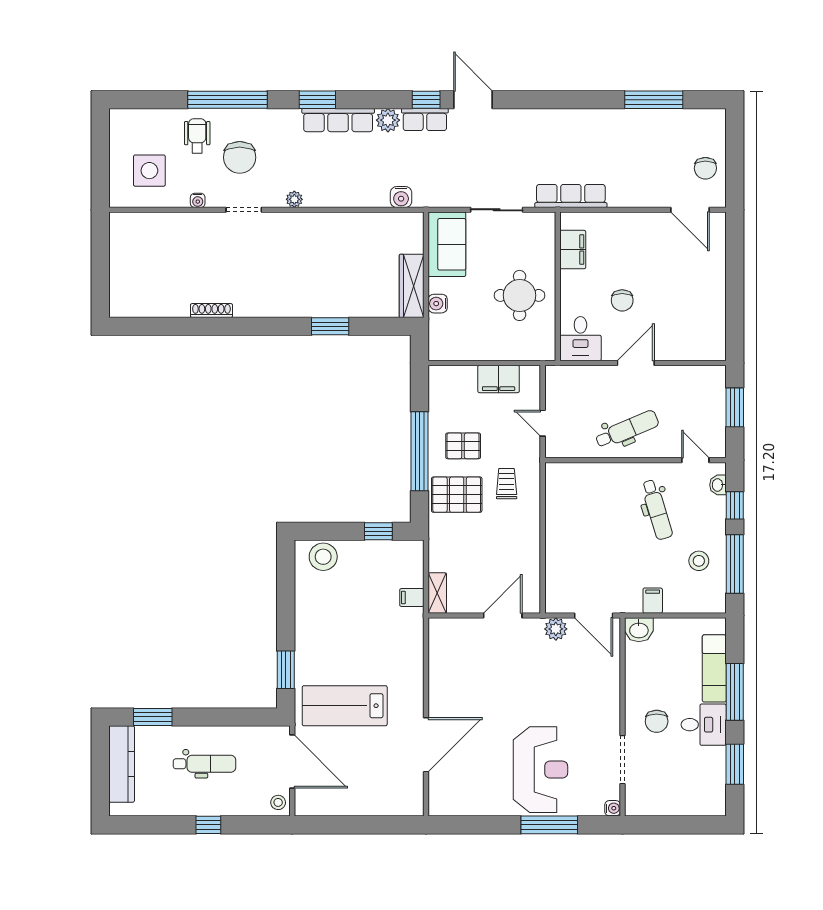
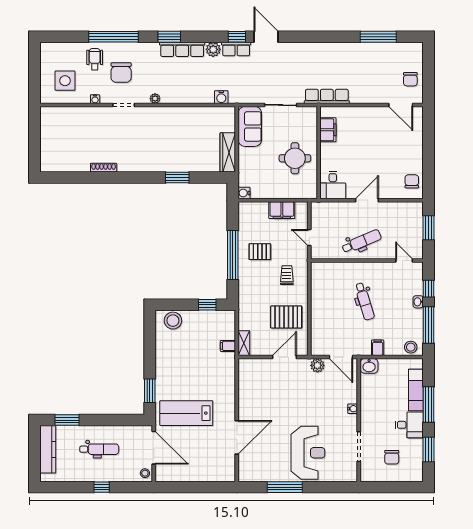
chair: (622, 300) -> (412, 181), moved, turned 180
water cooler: (438, 304) -> (244, 193), moved
washbasin: (718, 485) -> (418, 302), moved
pallet: (457, 495) -> (286, 317), moved
dental chair: (657, 510) -> (364, 301), moved
stool: (699, 561) -> (411, 347), moved
chair: (657, 721) -> (392, 457), moved
water cooler: (613, 808) -> (353, 409), moved
window: (549, 825) -> (285, 487), moved

